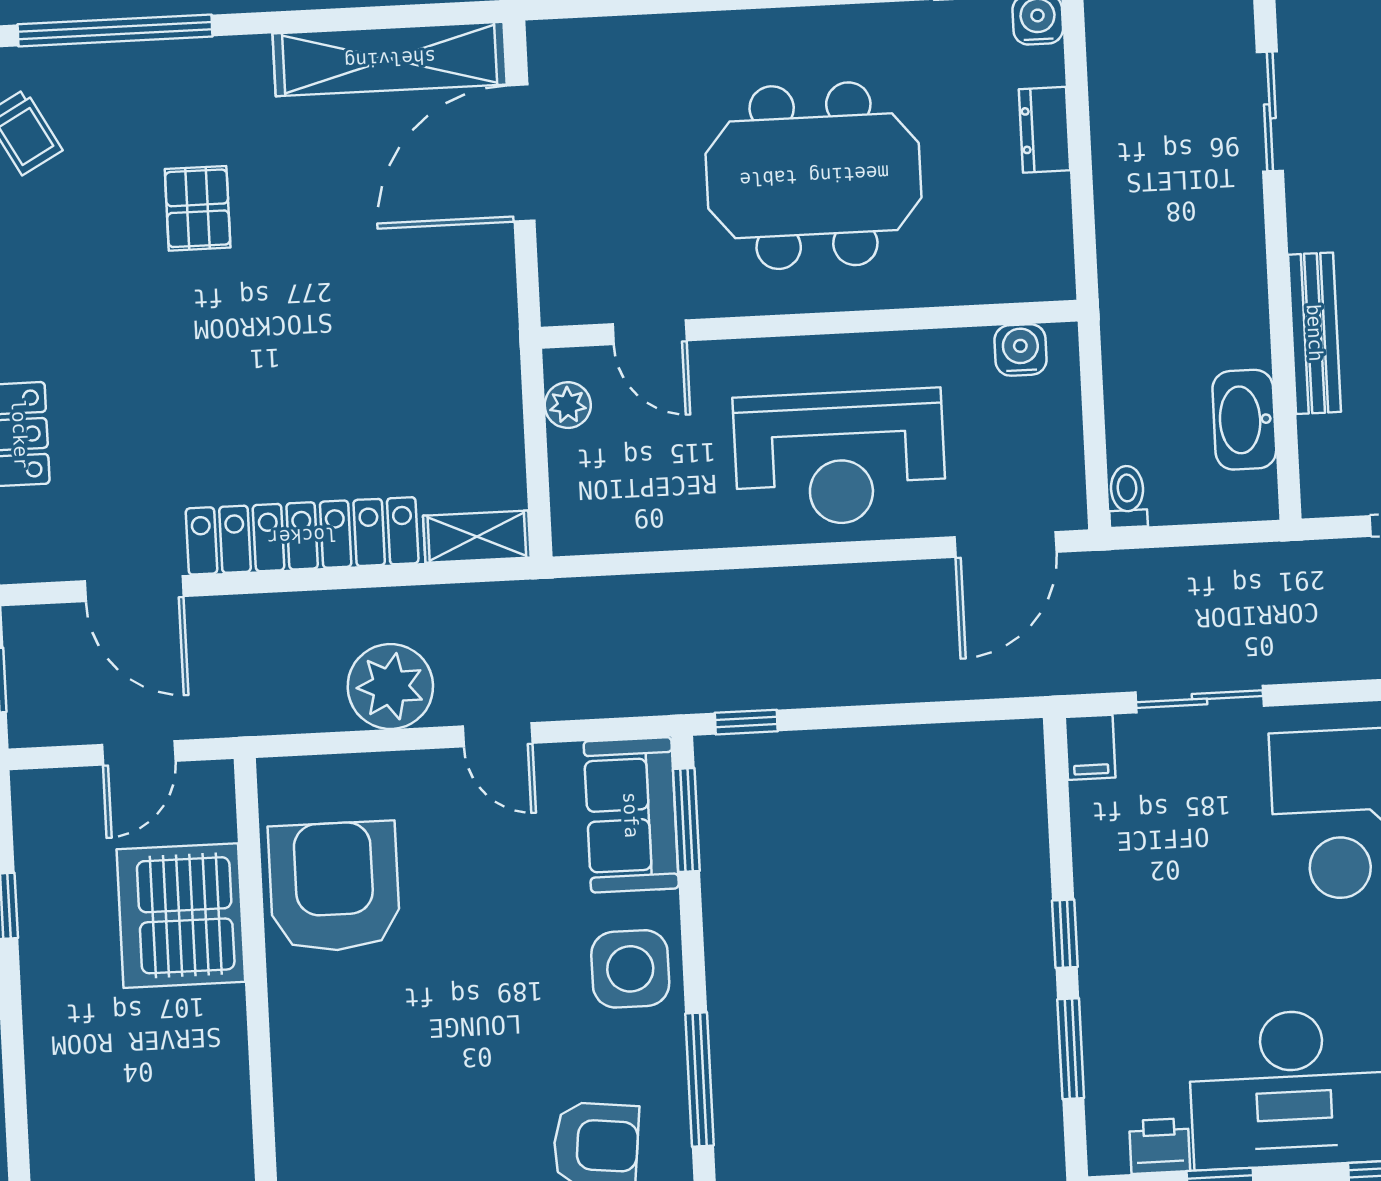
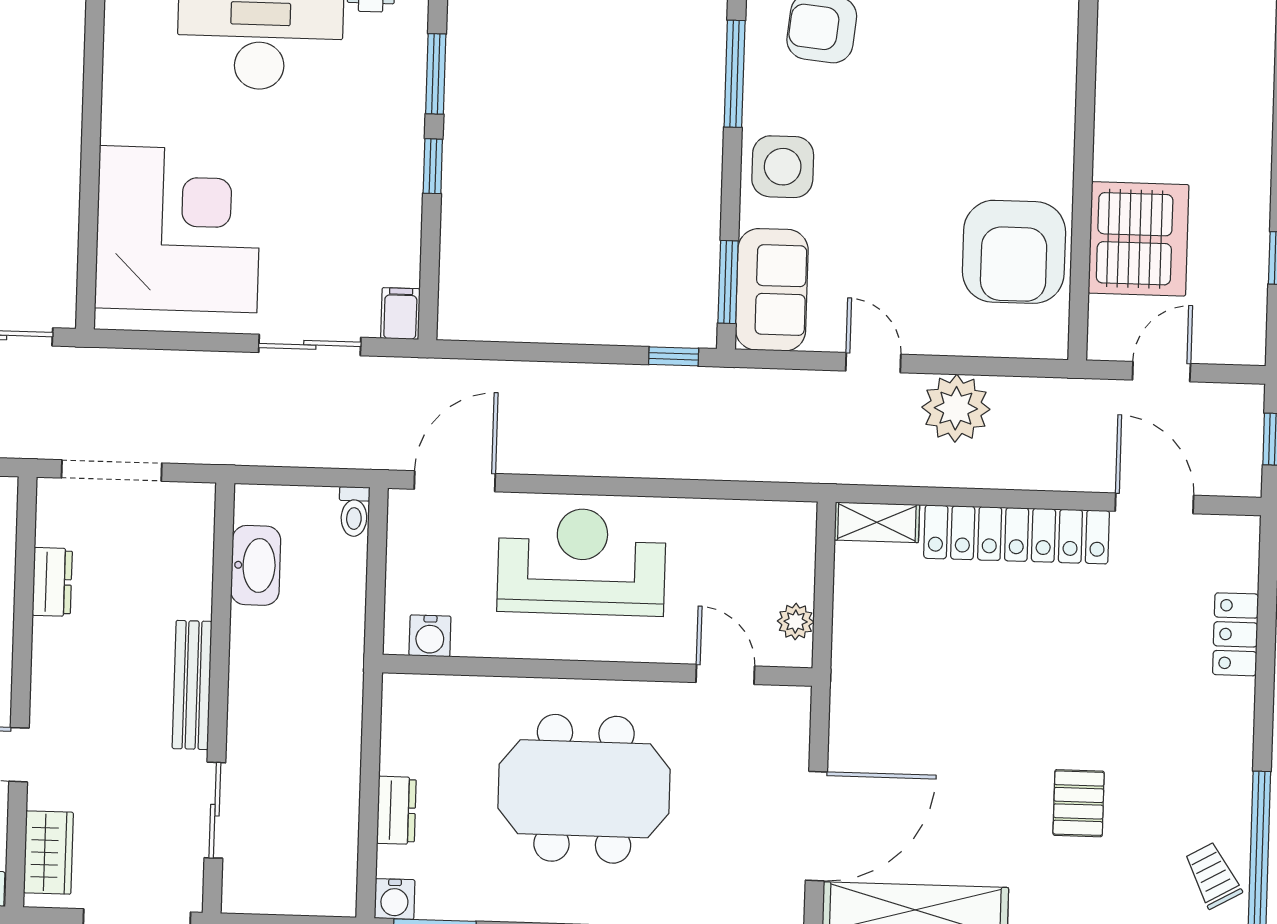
bench: (1315, 333) -> (192, 685), moved

